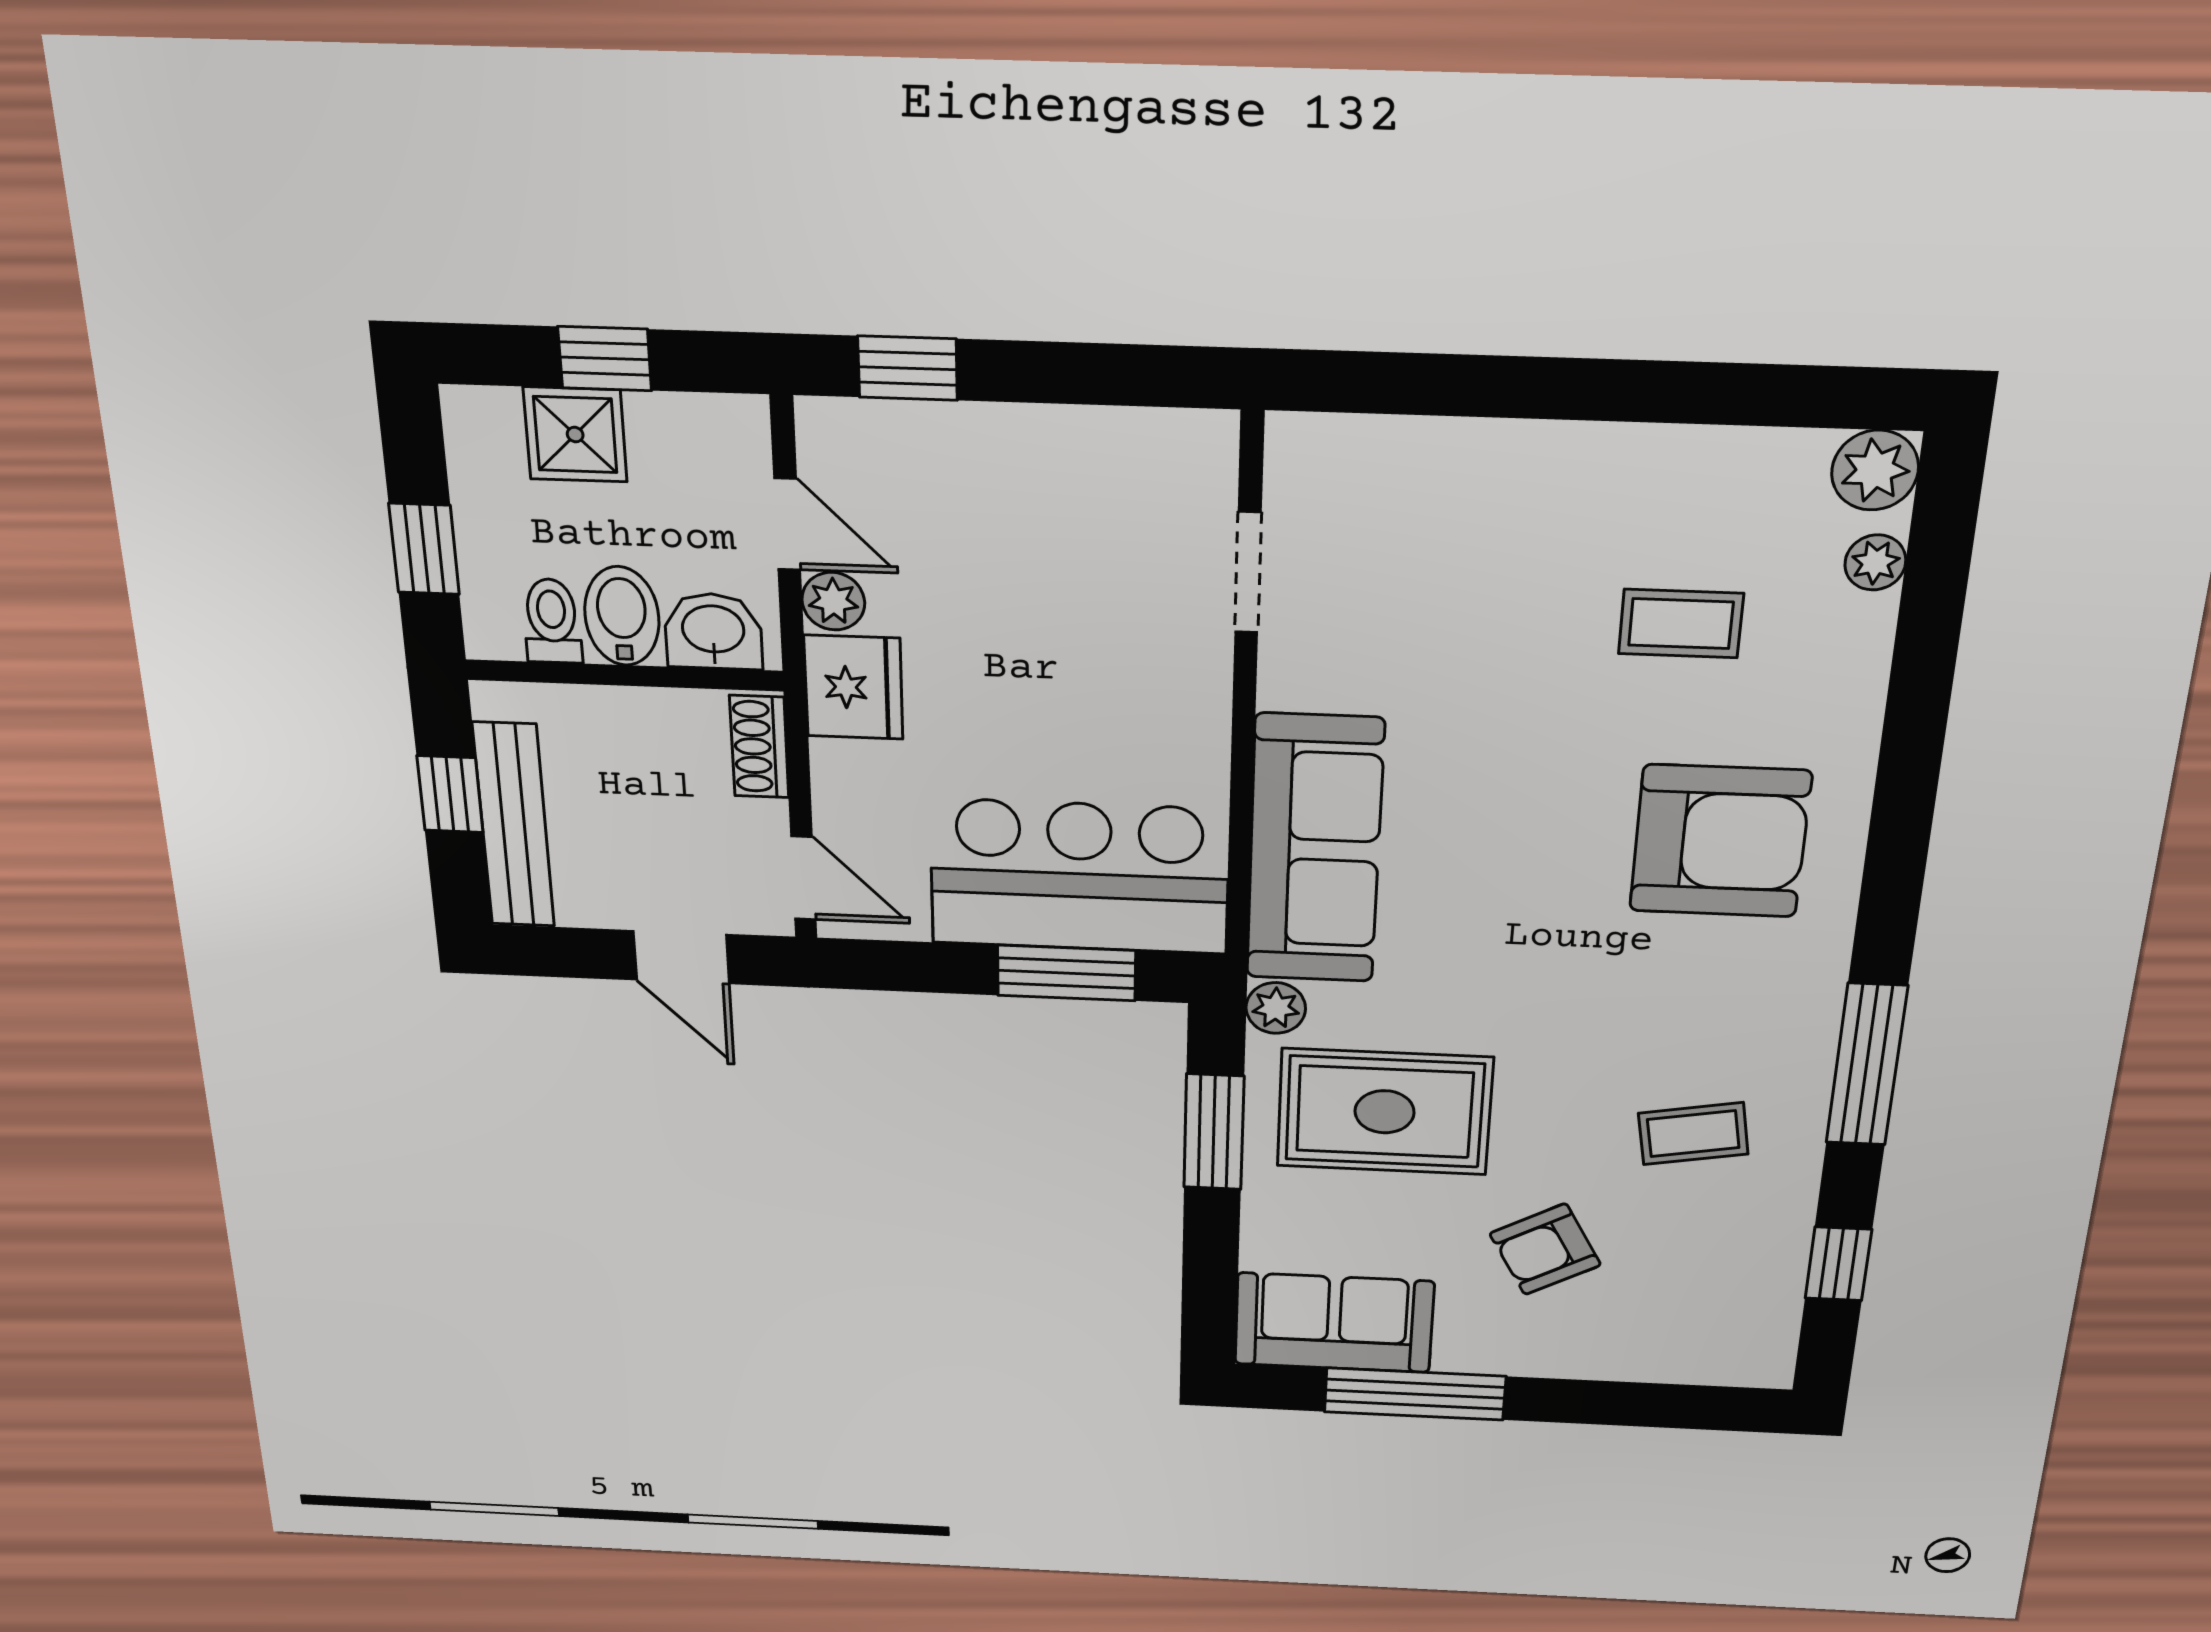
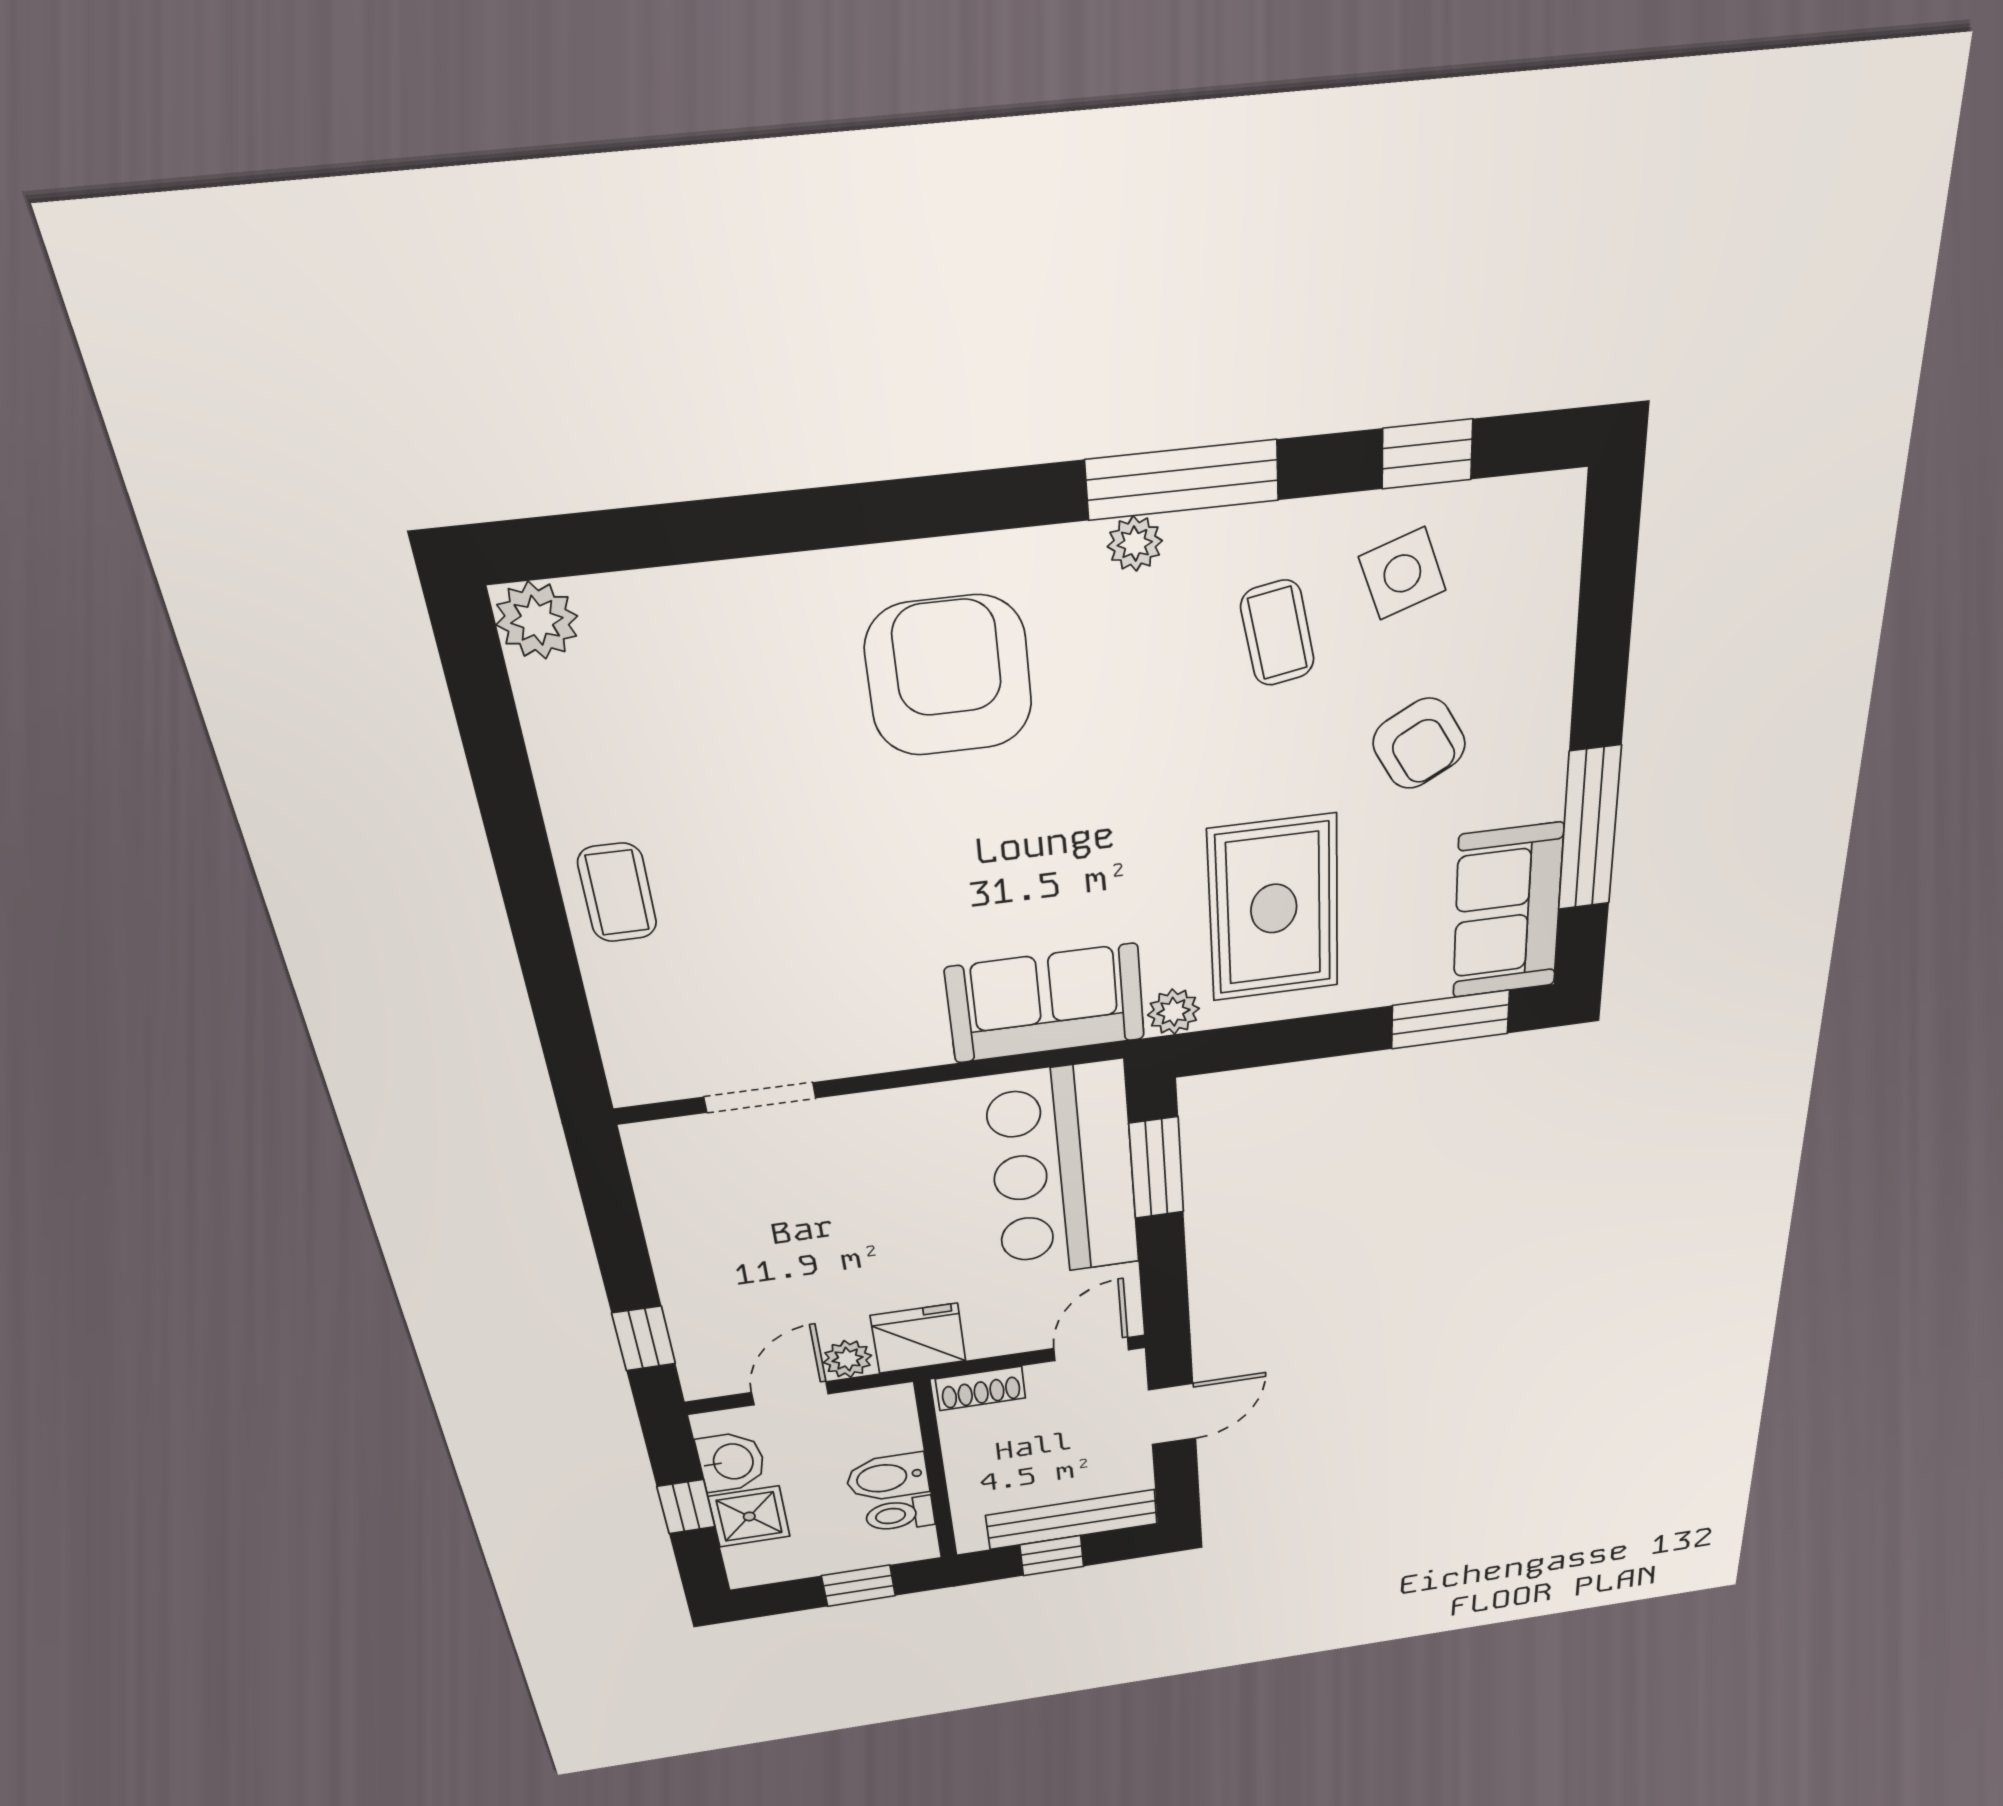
plant: (1875, 562) -> (1135, 544), moved
coffee table: (1681, 624) -> (617, 893), moved
washbasin: (713, 631) -> (731, 1462), moved, turned 180
sofa: (1315, 850) -> (1046, 1003), width x0.73
window: (1214, 1132) -> (1450, 1020), moved
side table: (1727, 1241) -> (1402, 573), added

